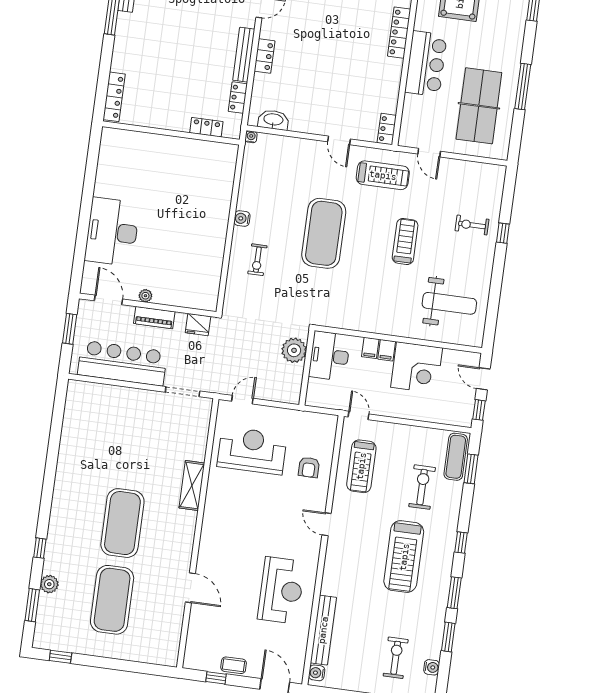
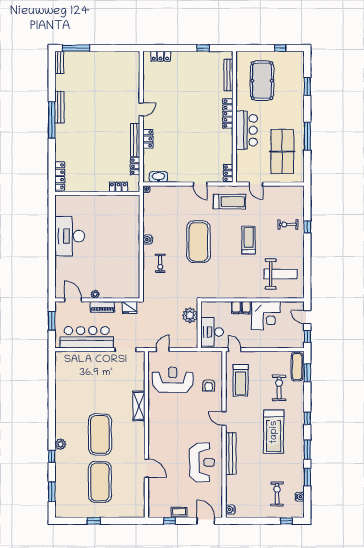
desk: (112, 232) -> (70, 236), moved
desk: (330, 356) -> (212, 332), moved
plant: (49, 584) -> (60, 444), moved
bench: (323, 630) -> (231, 454), moved
window: (60, 657) -> (94, 521), moved

